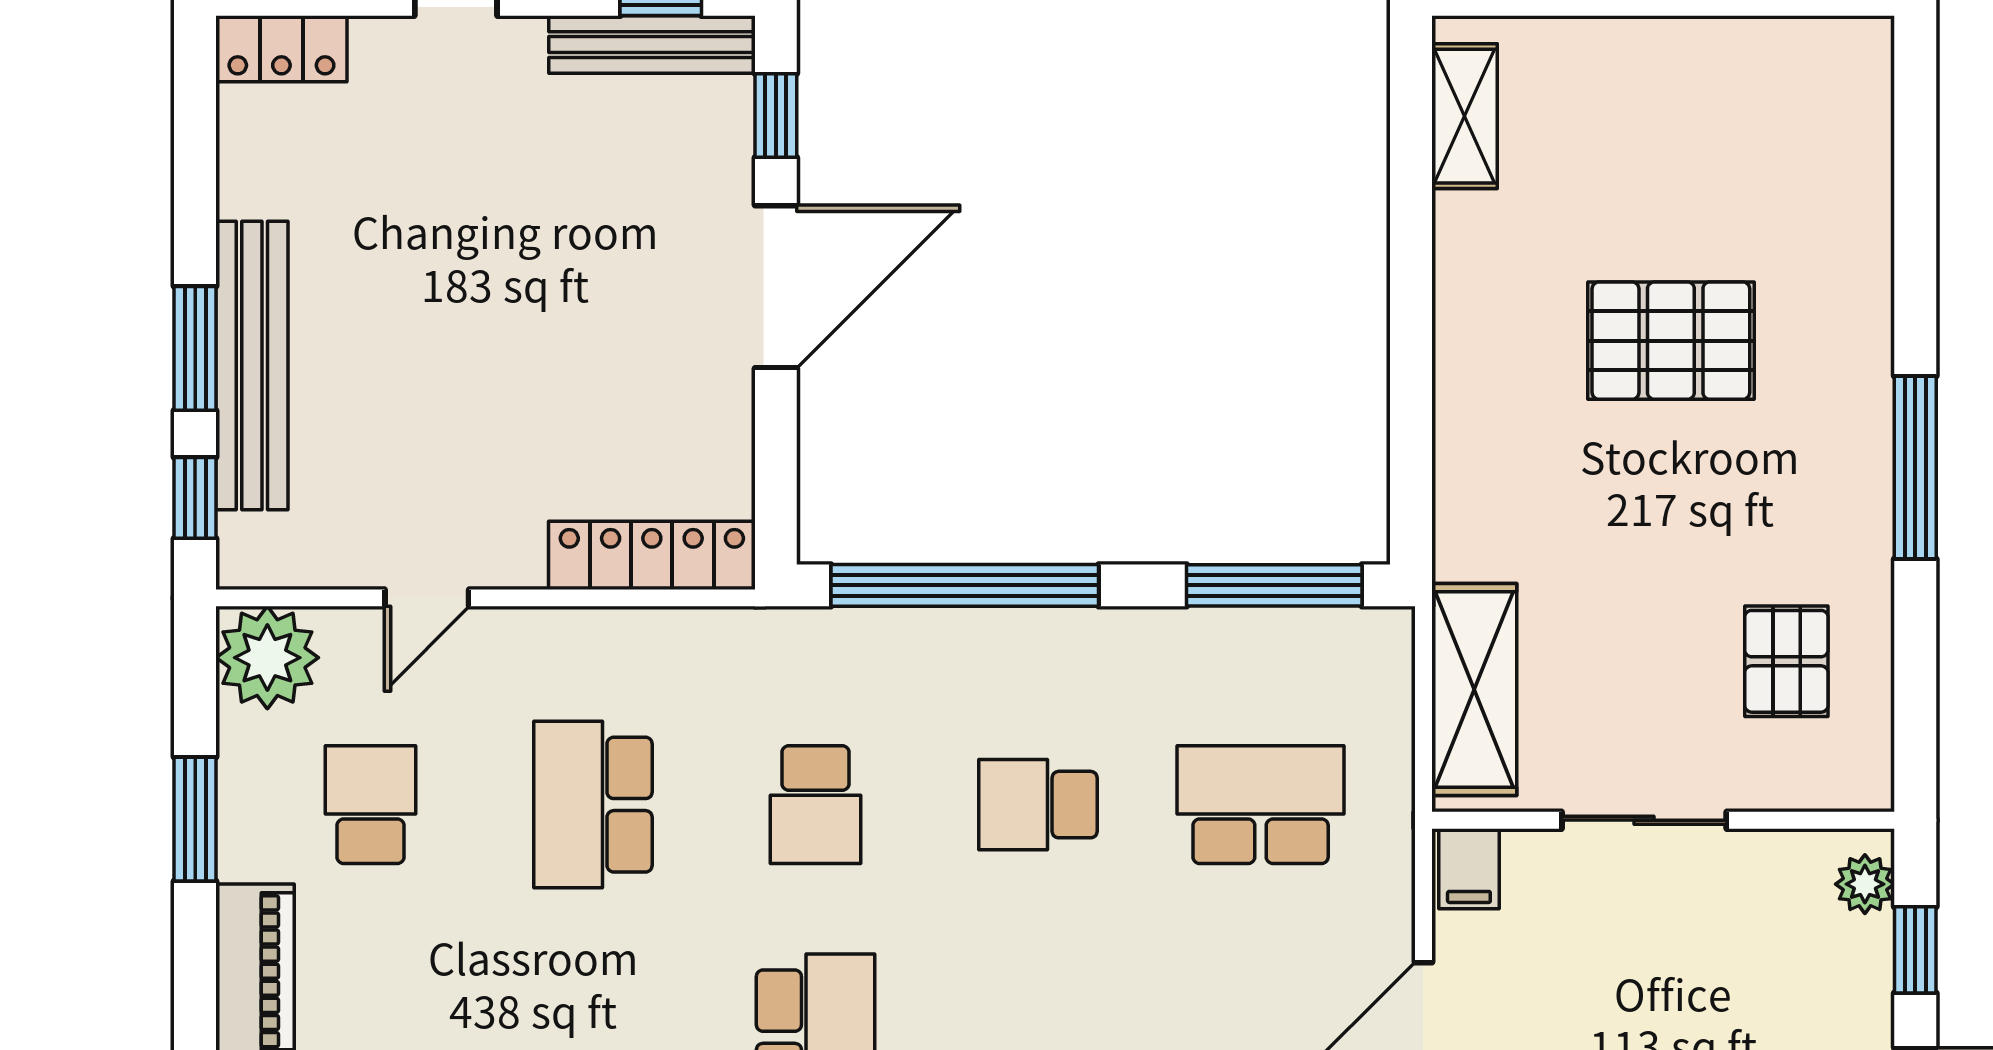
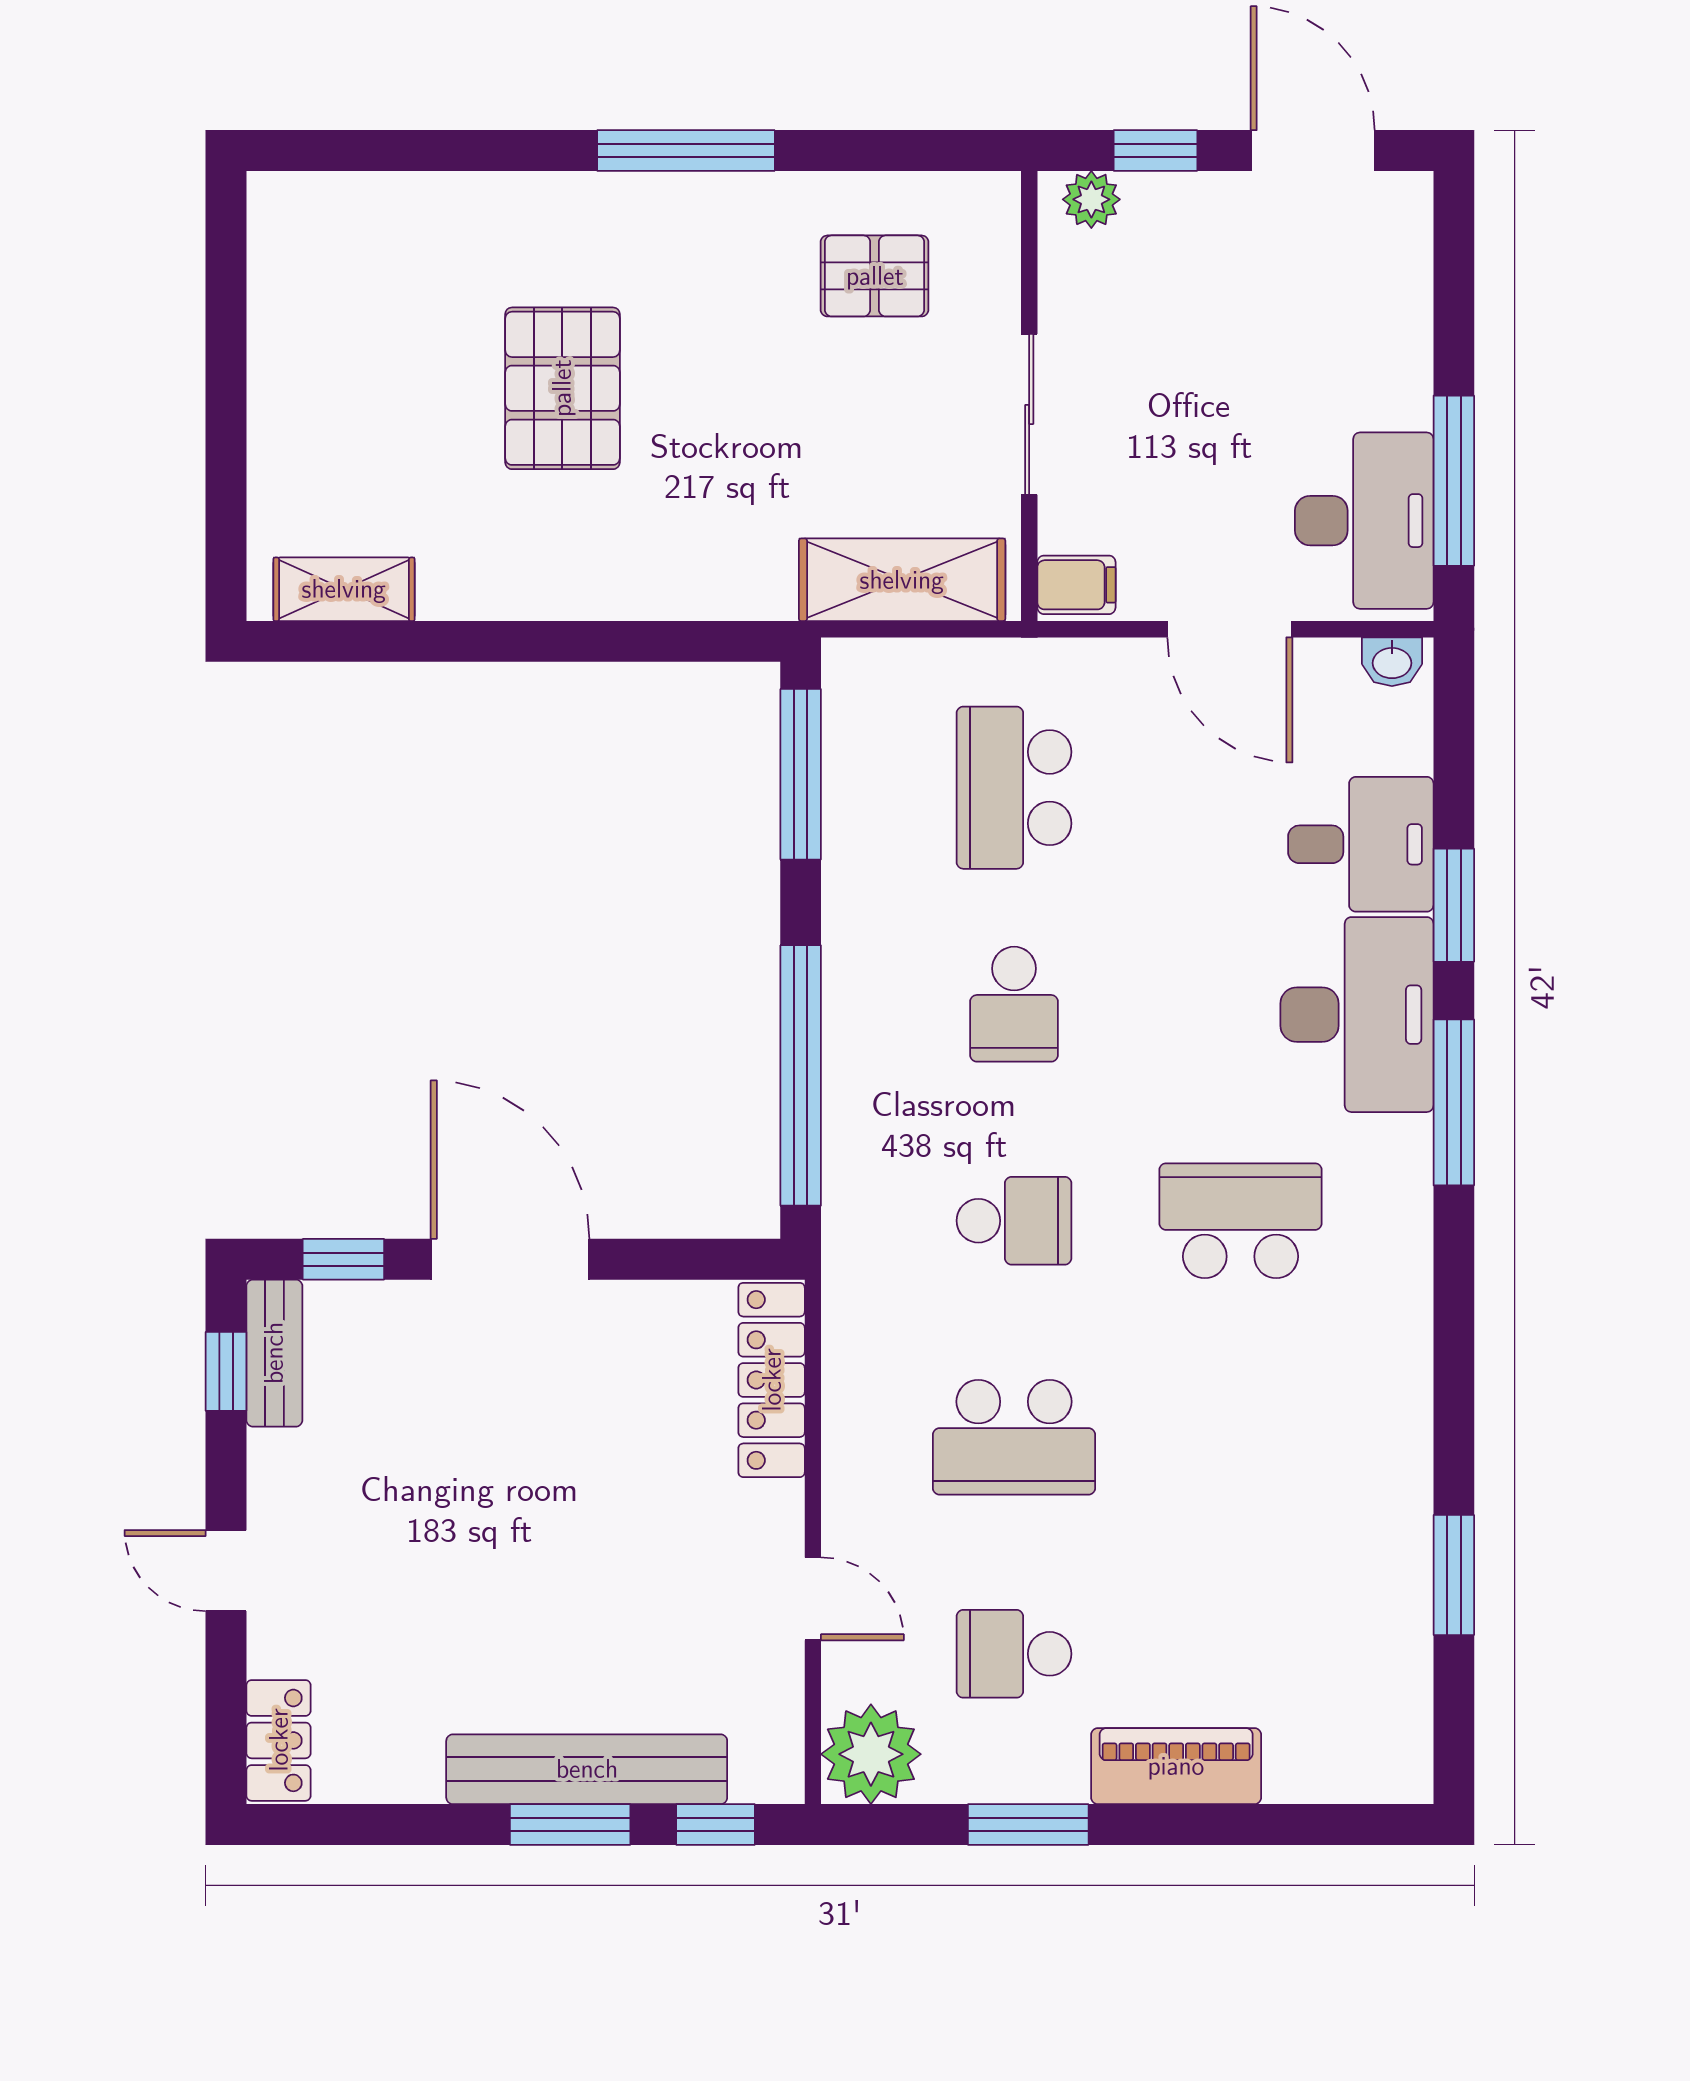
bench: (652, 45) -> (274, 1353), width x0.73

